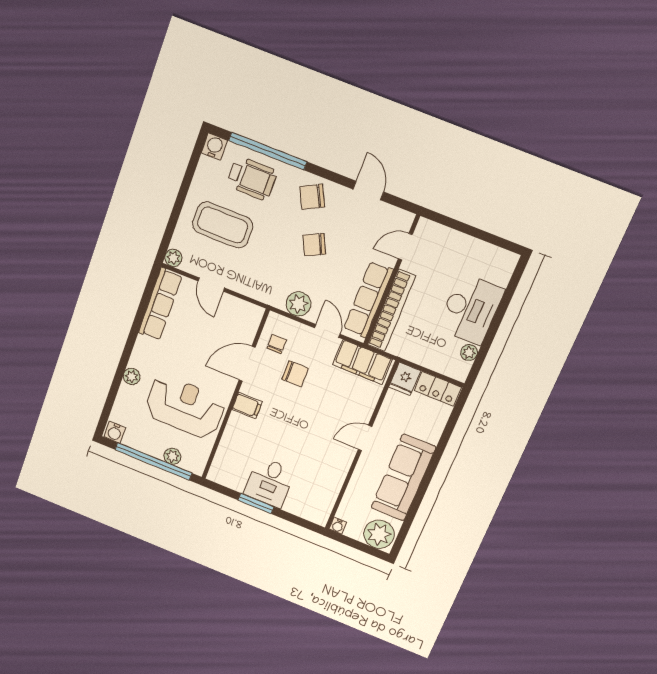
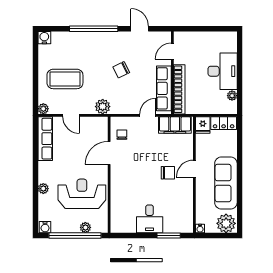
window: (268, 151) -> (94, 29), moved
wheelchair: (252, 178) -> (72, 47), removed
chair: (312, 197) -> (110, 44), removed
plant: (298, 304) -> (103, 107), moved
door: (327, 331) -> (148, 115), hinge flipped
chair: (295, 374) -> (168, 173), moved
filing cabinet: (247, 406) -> (118, 178), removed
window: (256, 503) -> (169, 235), moved

